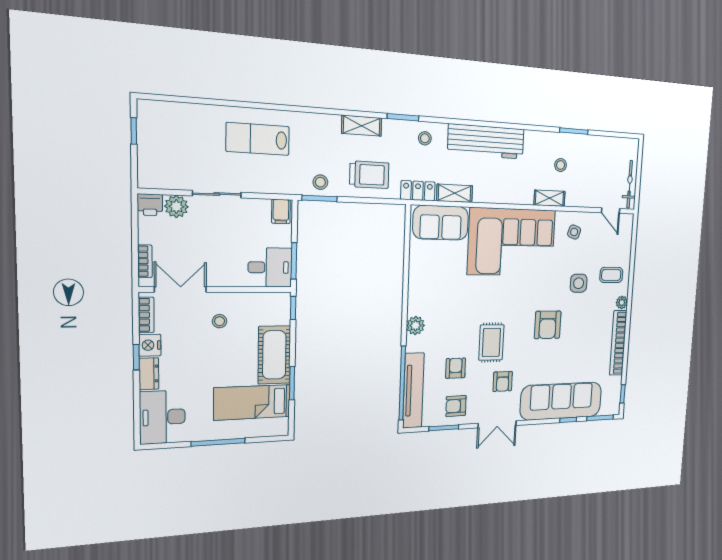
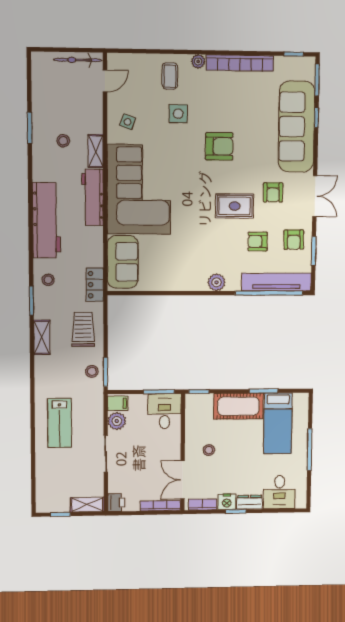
shelving: (455, 193) -> (87, 505), moved, turned 90
workbench: (506, 193) -> (93, 197), added
plant: (176, 206) -> (117, 421), moved
bookcase: (145, 261) -> (160, 506), width x1.56
armchair: (503, 381) -> (273, 192), turned 90
desk: (162, 417) -> (279, 492), width x0.73

